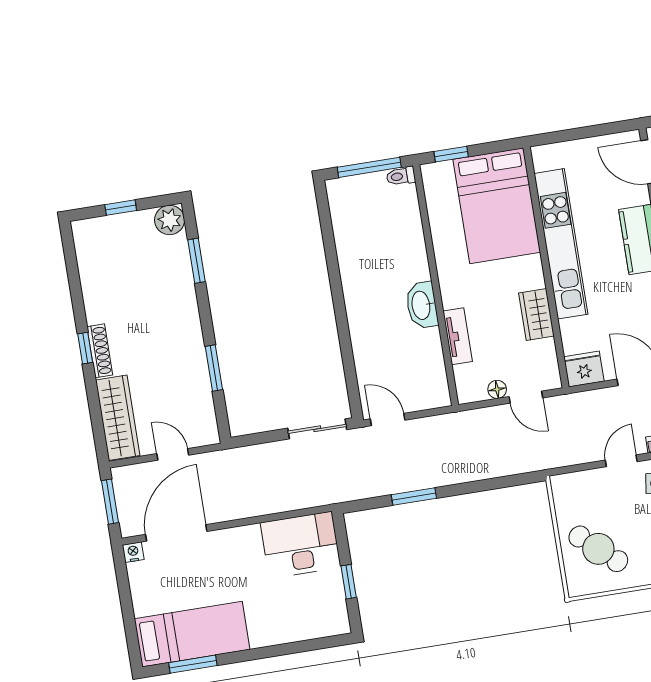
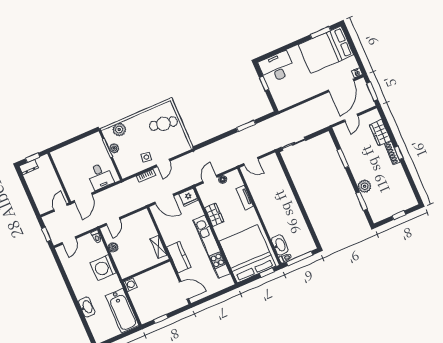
bed: (497, 206) -> (247, 254), width x1.36
plant: (170, 220) -> (365, 186), moved
washbasin: (422, 305) -> (280, 245), moved
door: (526, 397) -> (210, 179), hinge flipped
wardrobe: (118, 418) -> (380, 133), width x0.67
door: (388, 420) -> (251, 161), moved
door: (173, 454) -> (351, 118), hinge flipped
desk: (301, 545) -> (277, 67), moved, turned 180
cafe table: (598, 549) -> (163, 124), turned -31
bed: (192, 634) -> (326, 50), width x1.50

